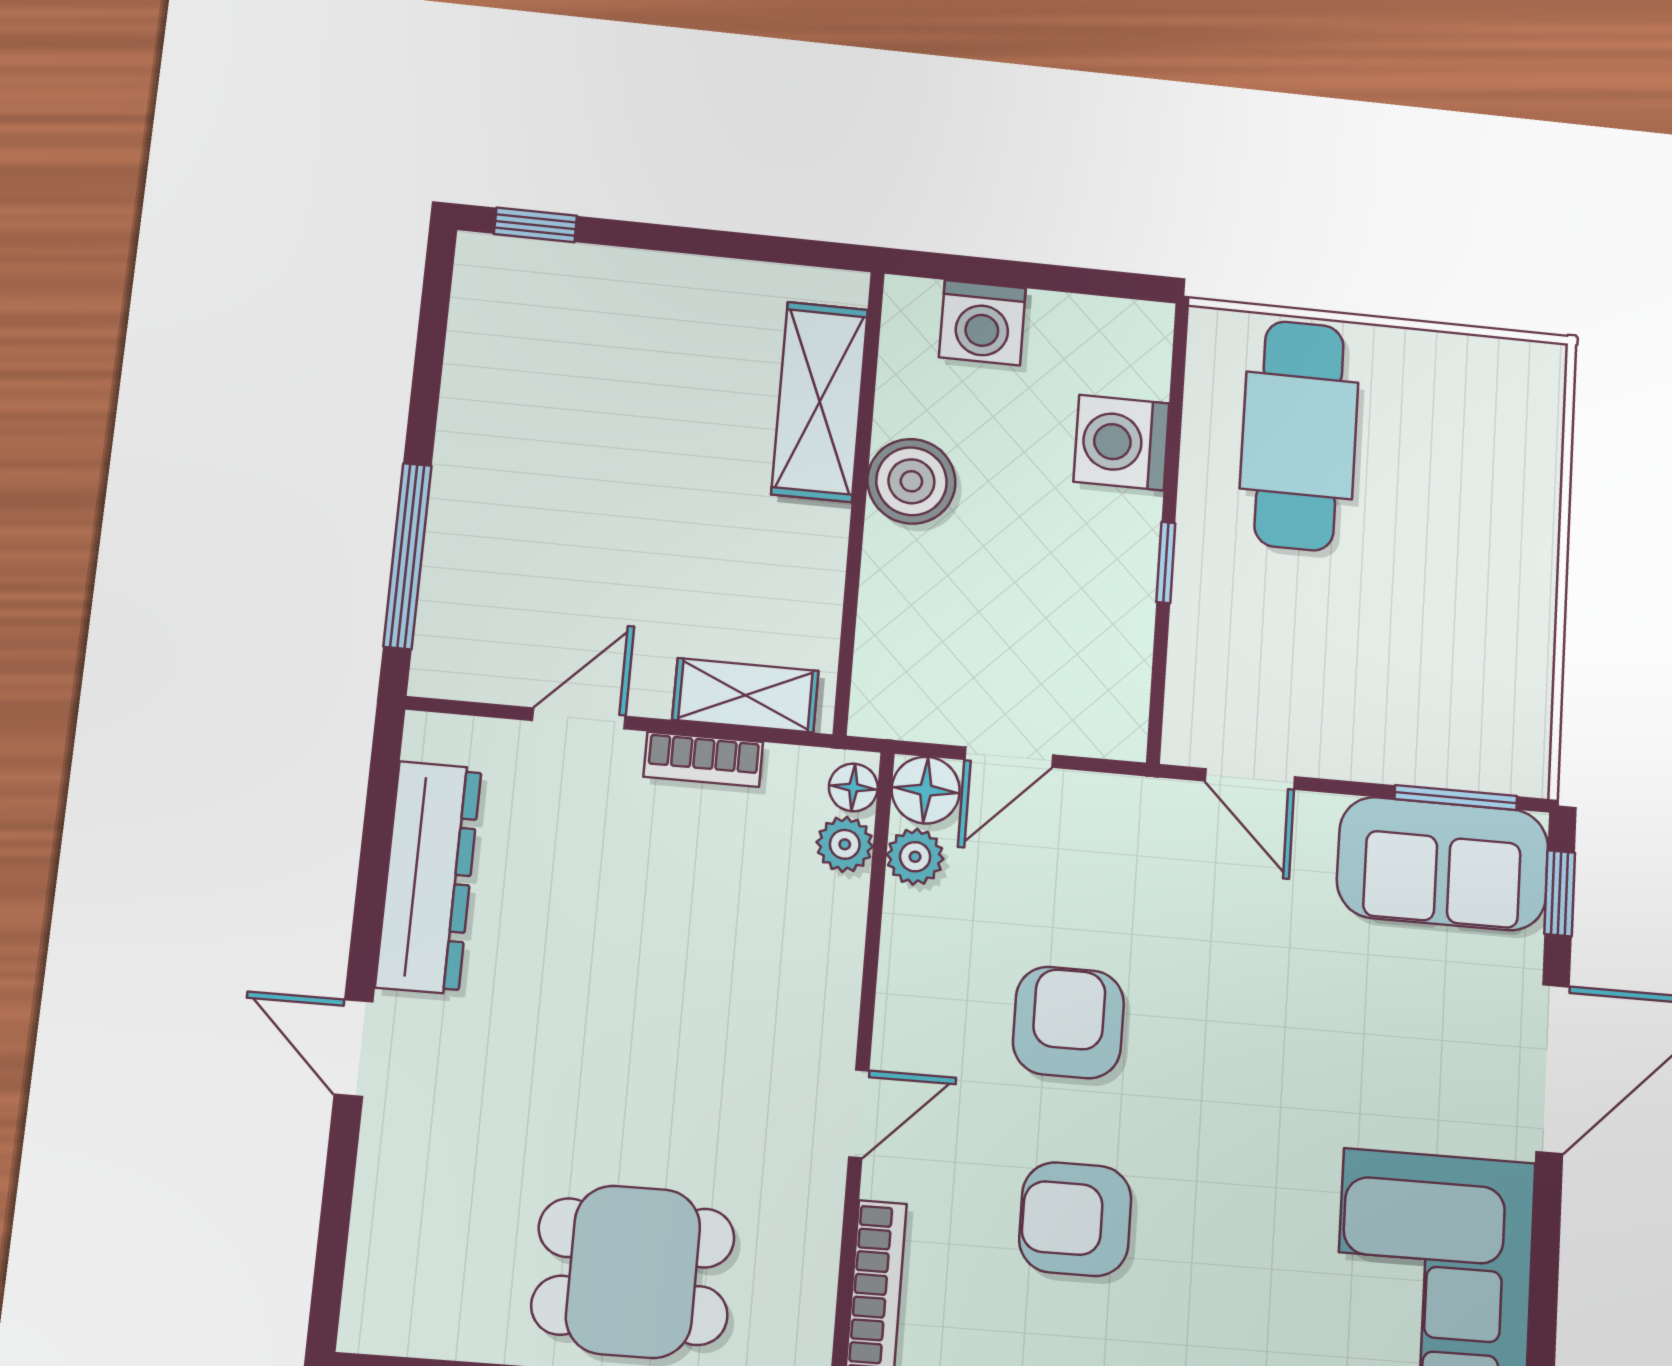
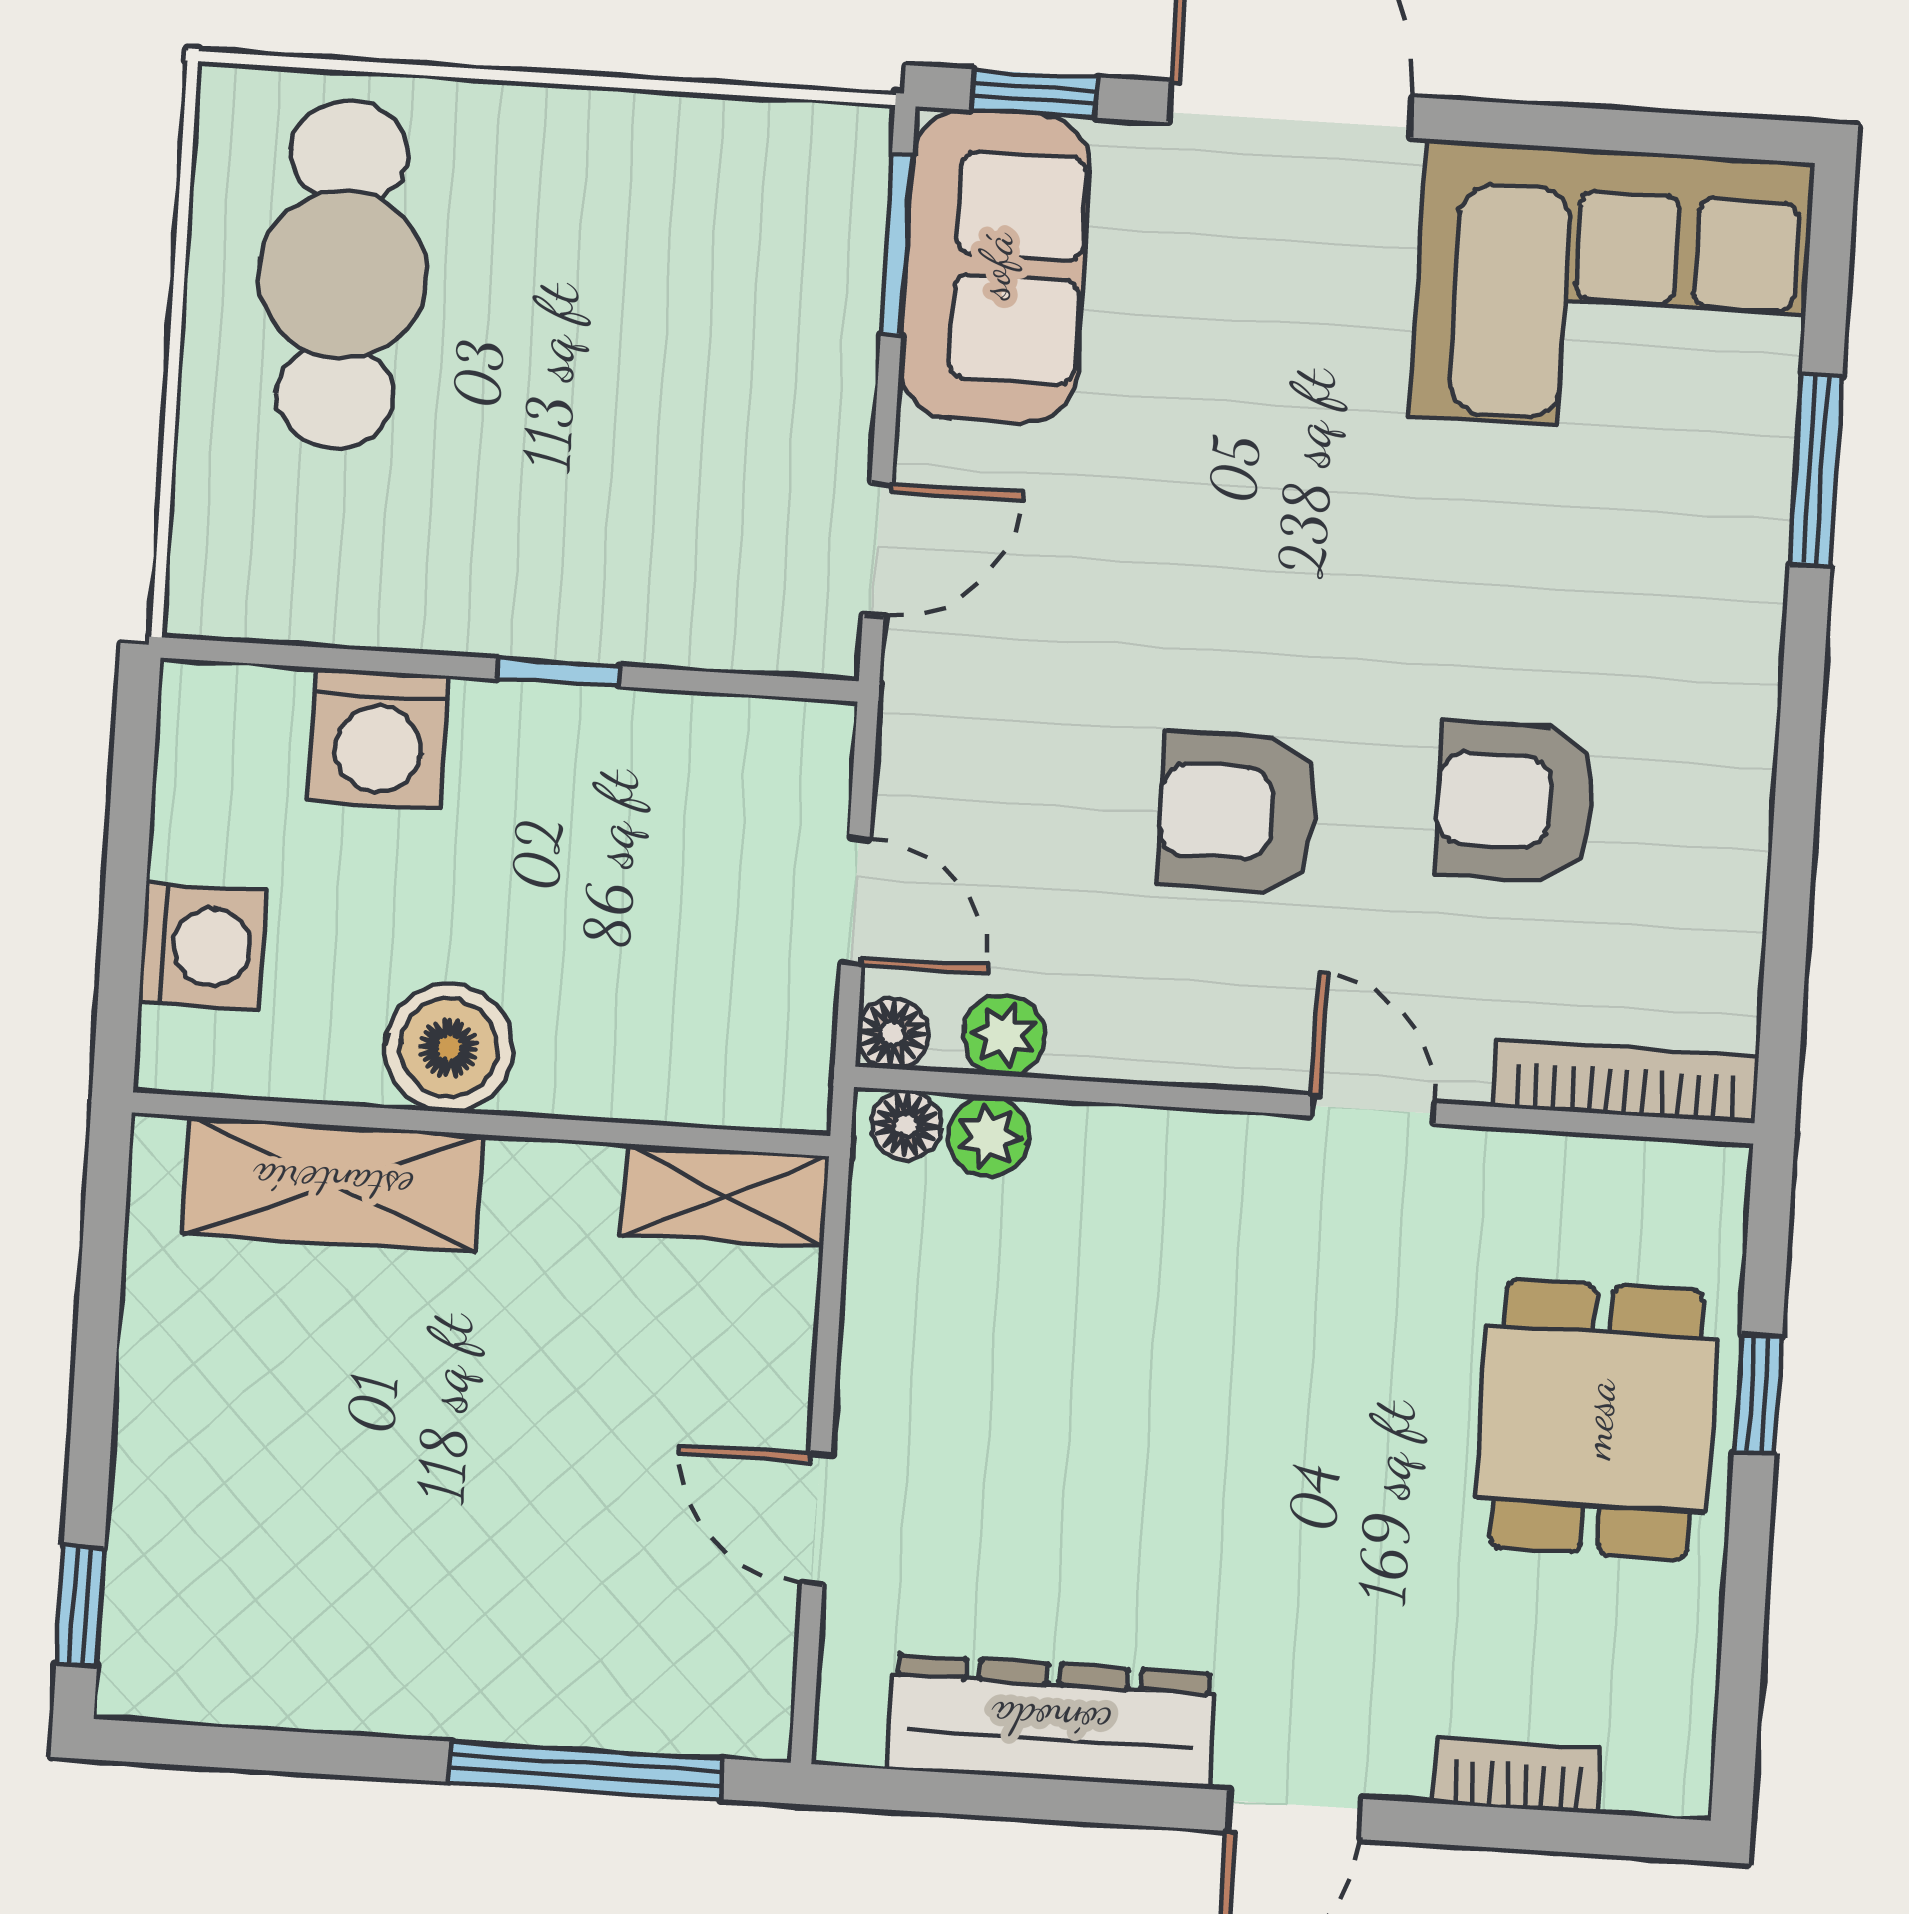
cafe table: (1299, 435) -> (342, 275), moved, turned 90
shelving: (746, 695) -> (725, 1195), moved, turned 90
bookcase: (703, 759) -> (1517, 1776), moved, turned -90
floor lamp: (926, 790) -> (893, 1033), width x0.73, depth x0.73
armchair: (1075, 1219) -> (1515, 802), turned 90

